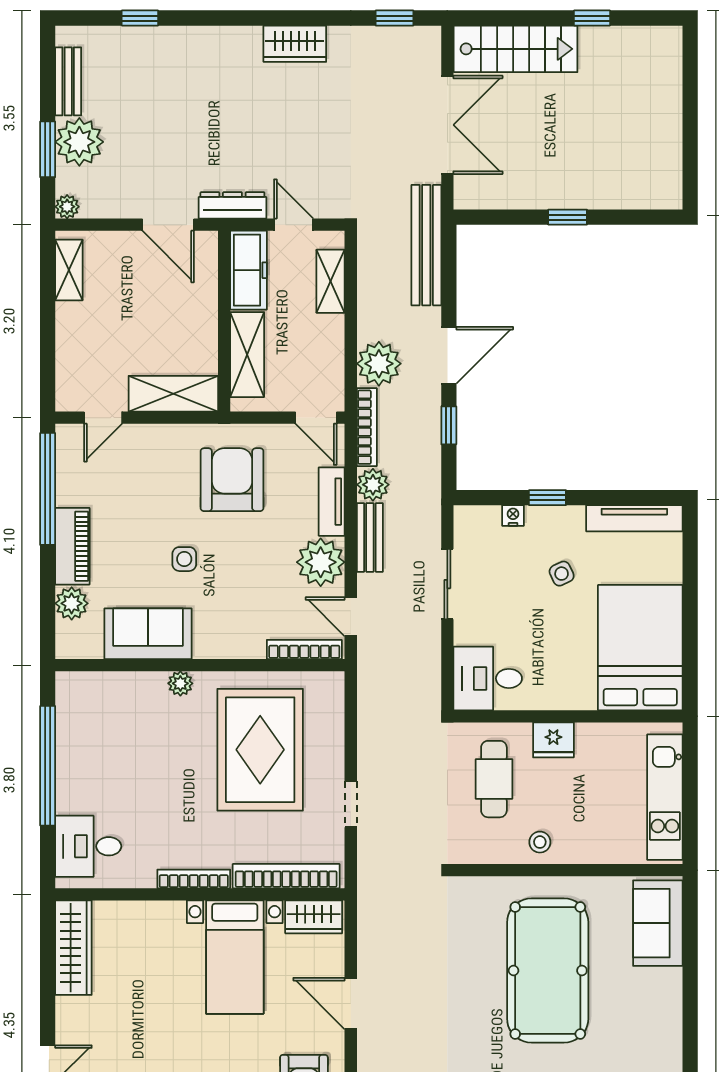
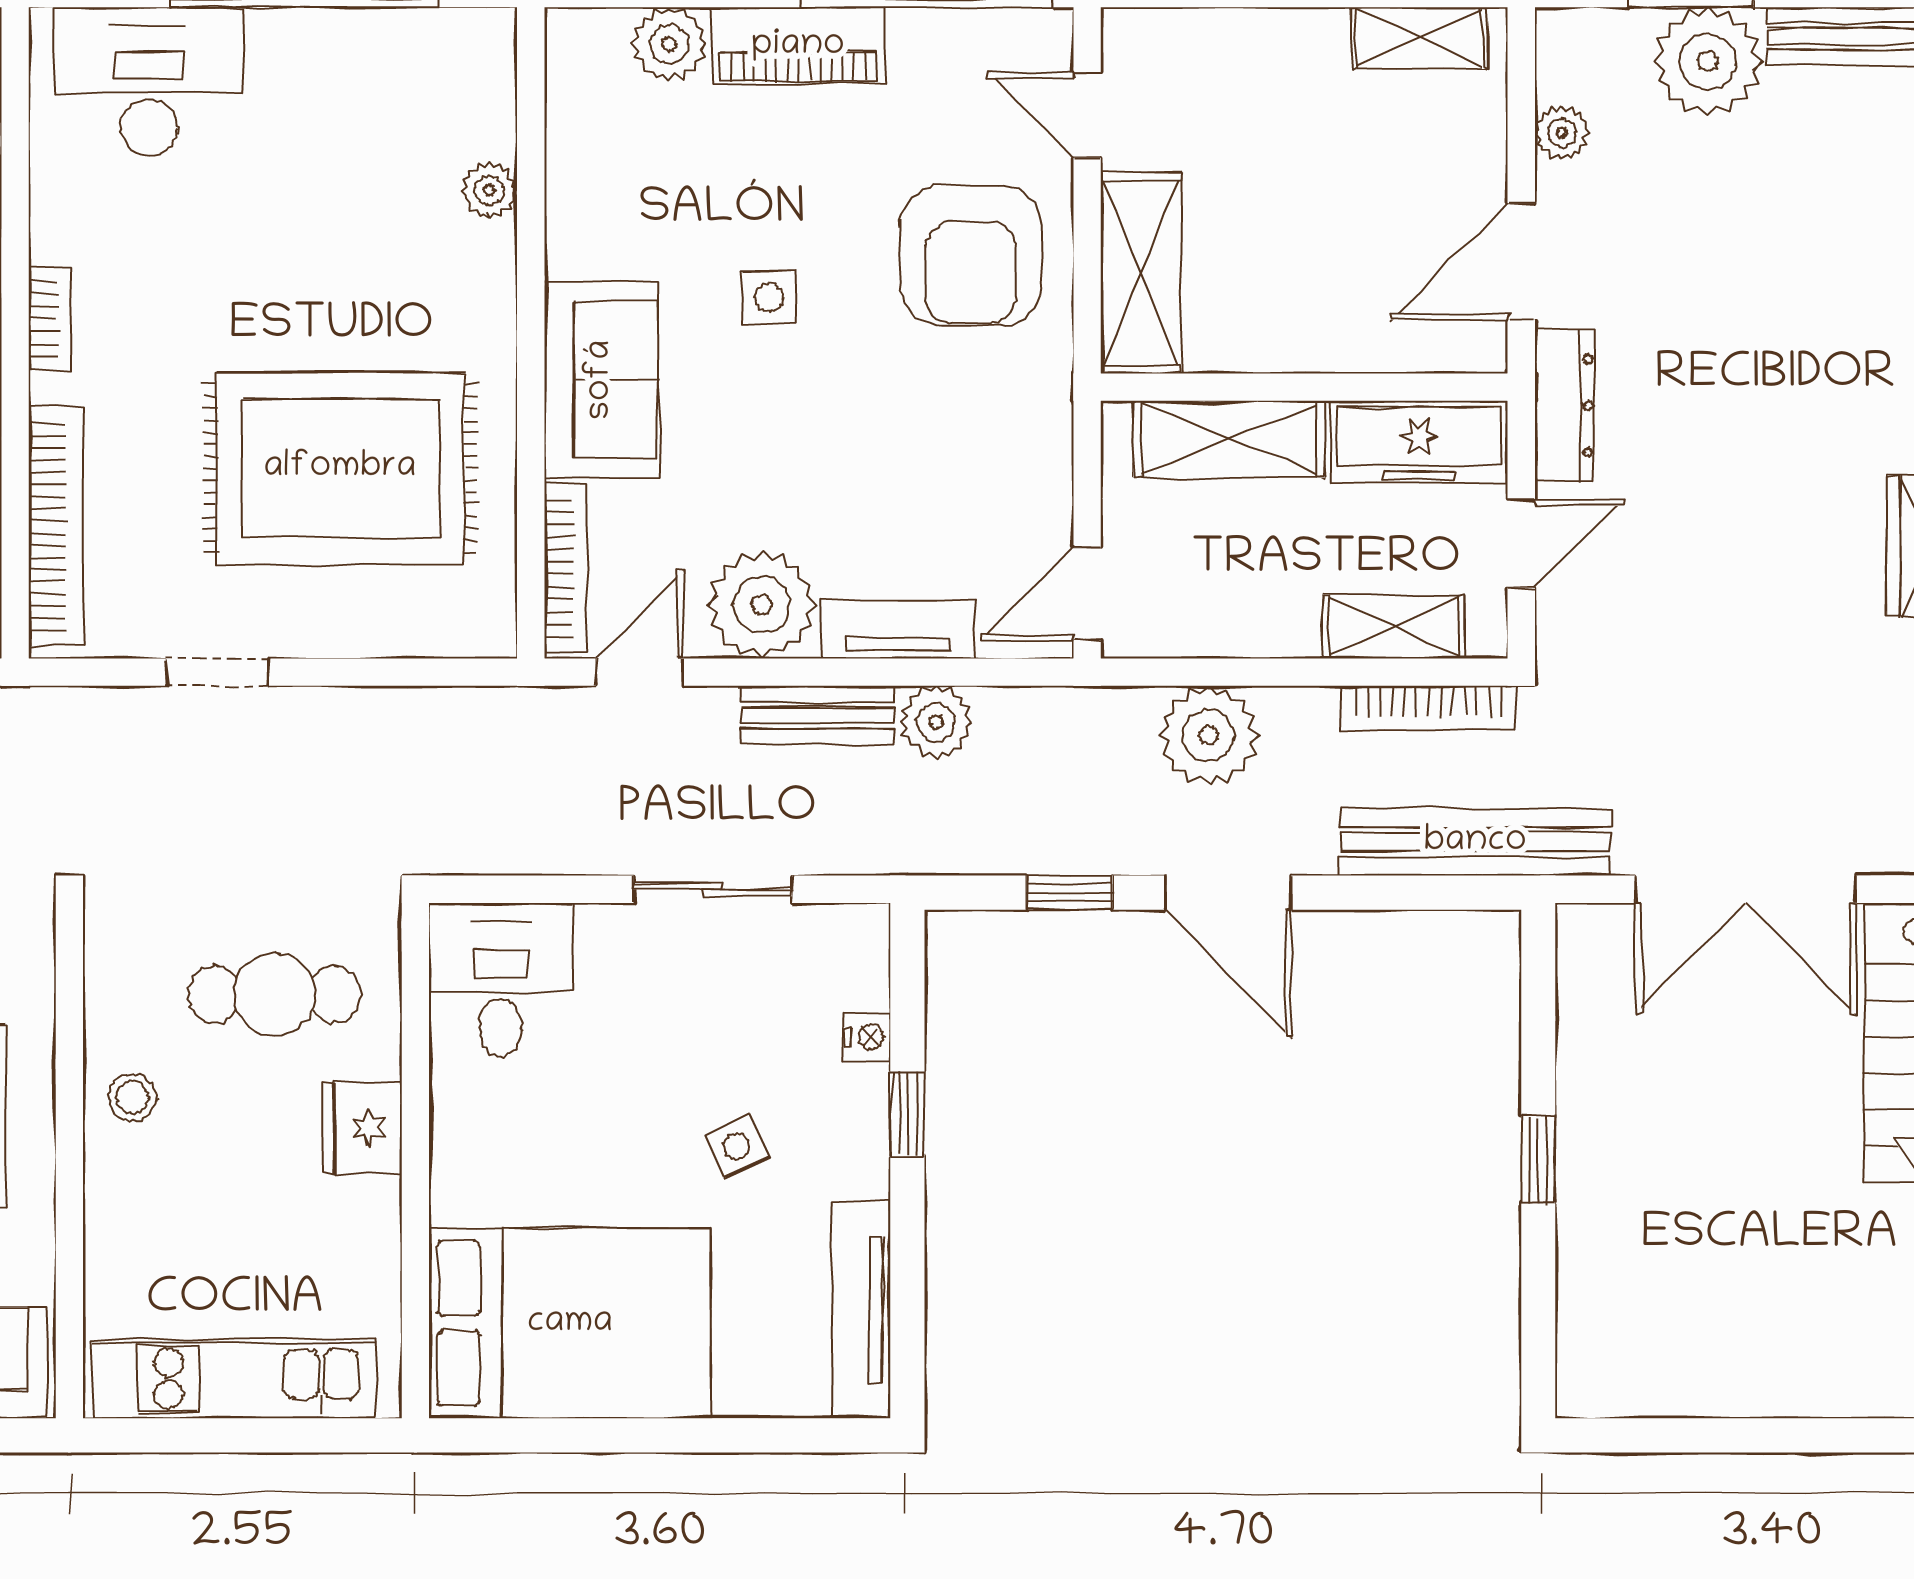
plant: (67, 207) -> (1562, 133), moved
bookcase: (367, 427) -> (1429, 708), moved
armchair: (232, 480) -> (970, 255), moved, turned 90
sofa: (148, 634) -> (601, 380), moved
plant: (180, 683) -> (489, 190), moved
desk: (88, 846) -> (149, 82), width x1.37
bookcase: (194, 879) -> (50, 319), width x0.64

